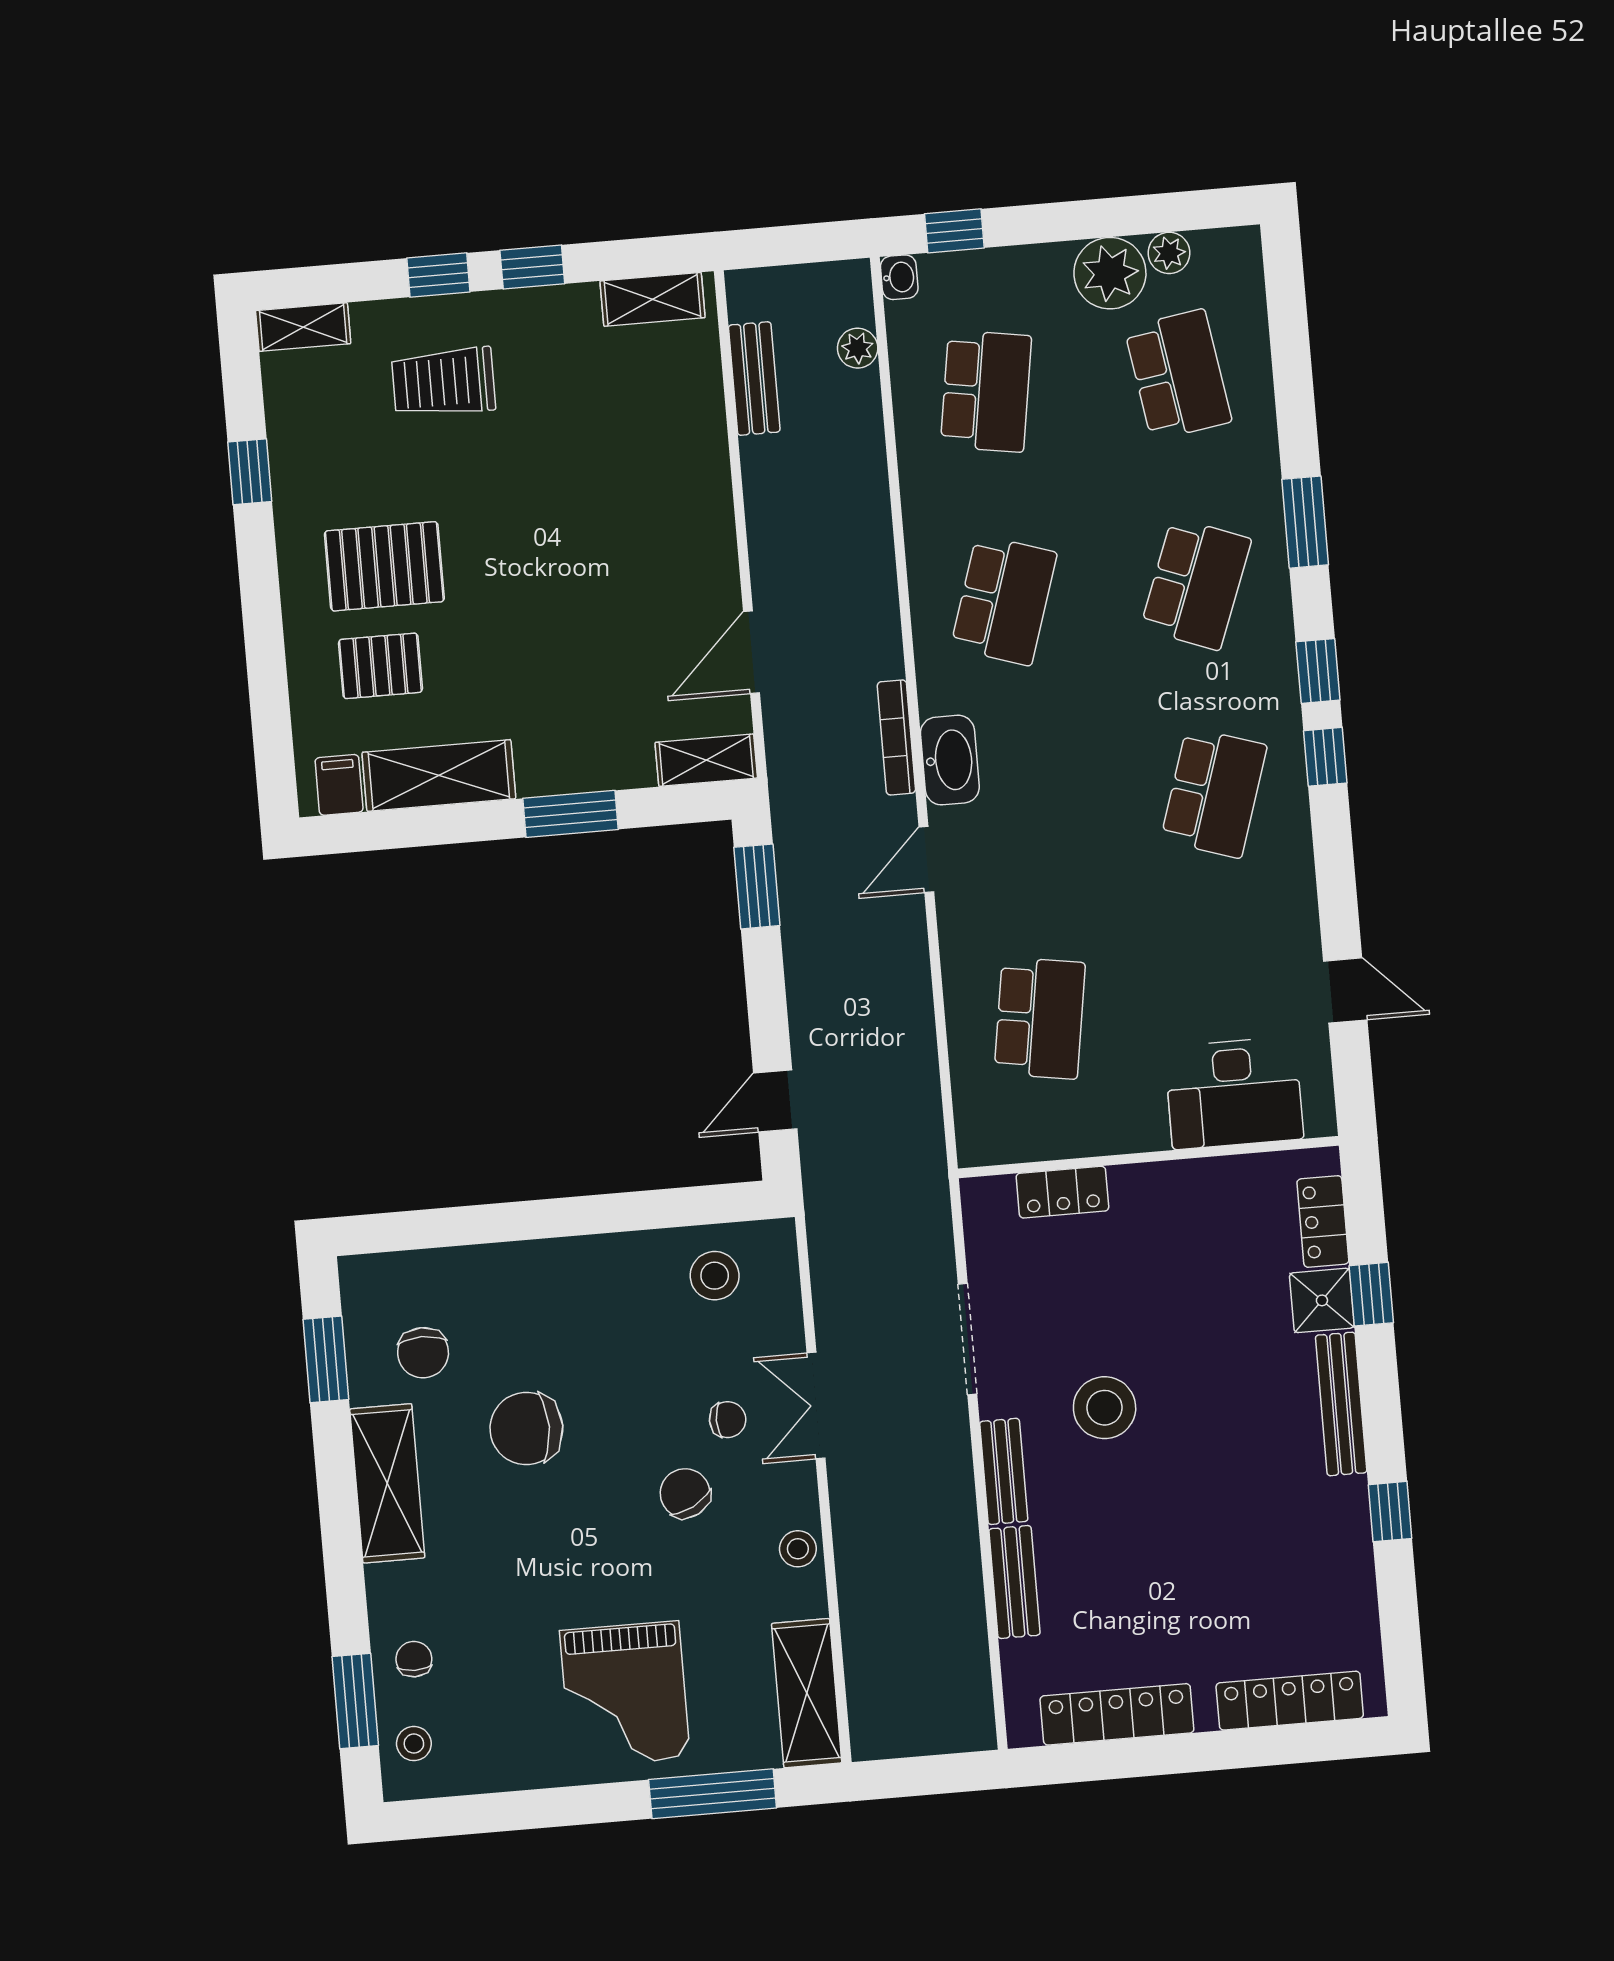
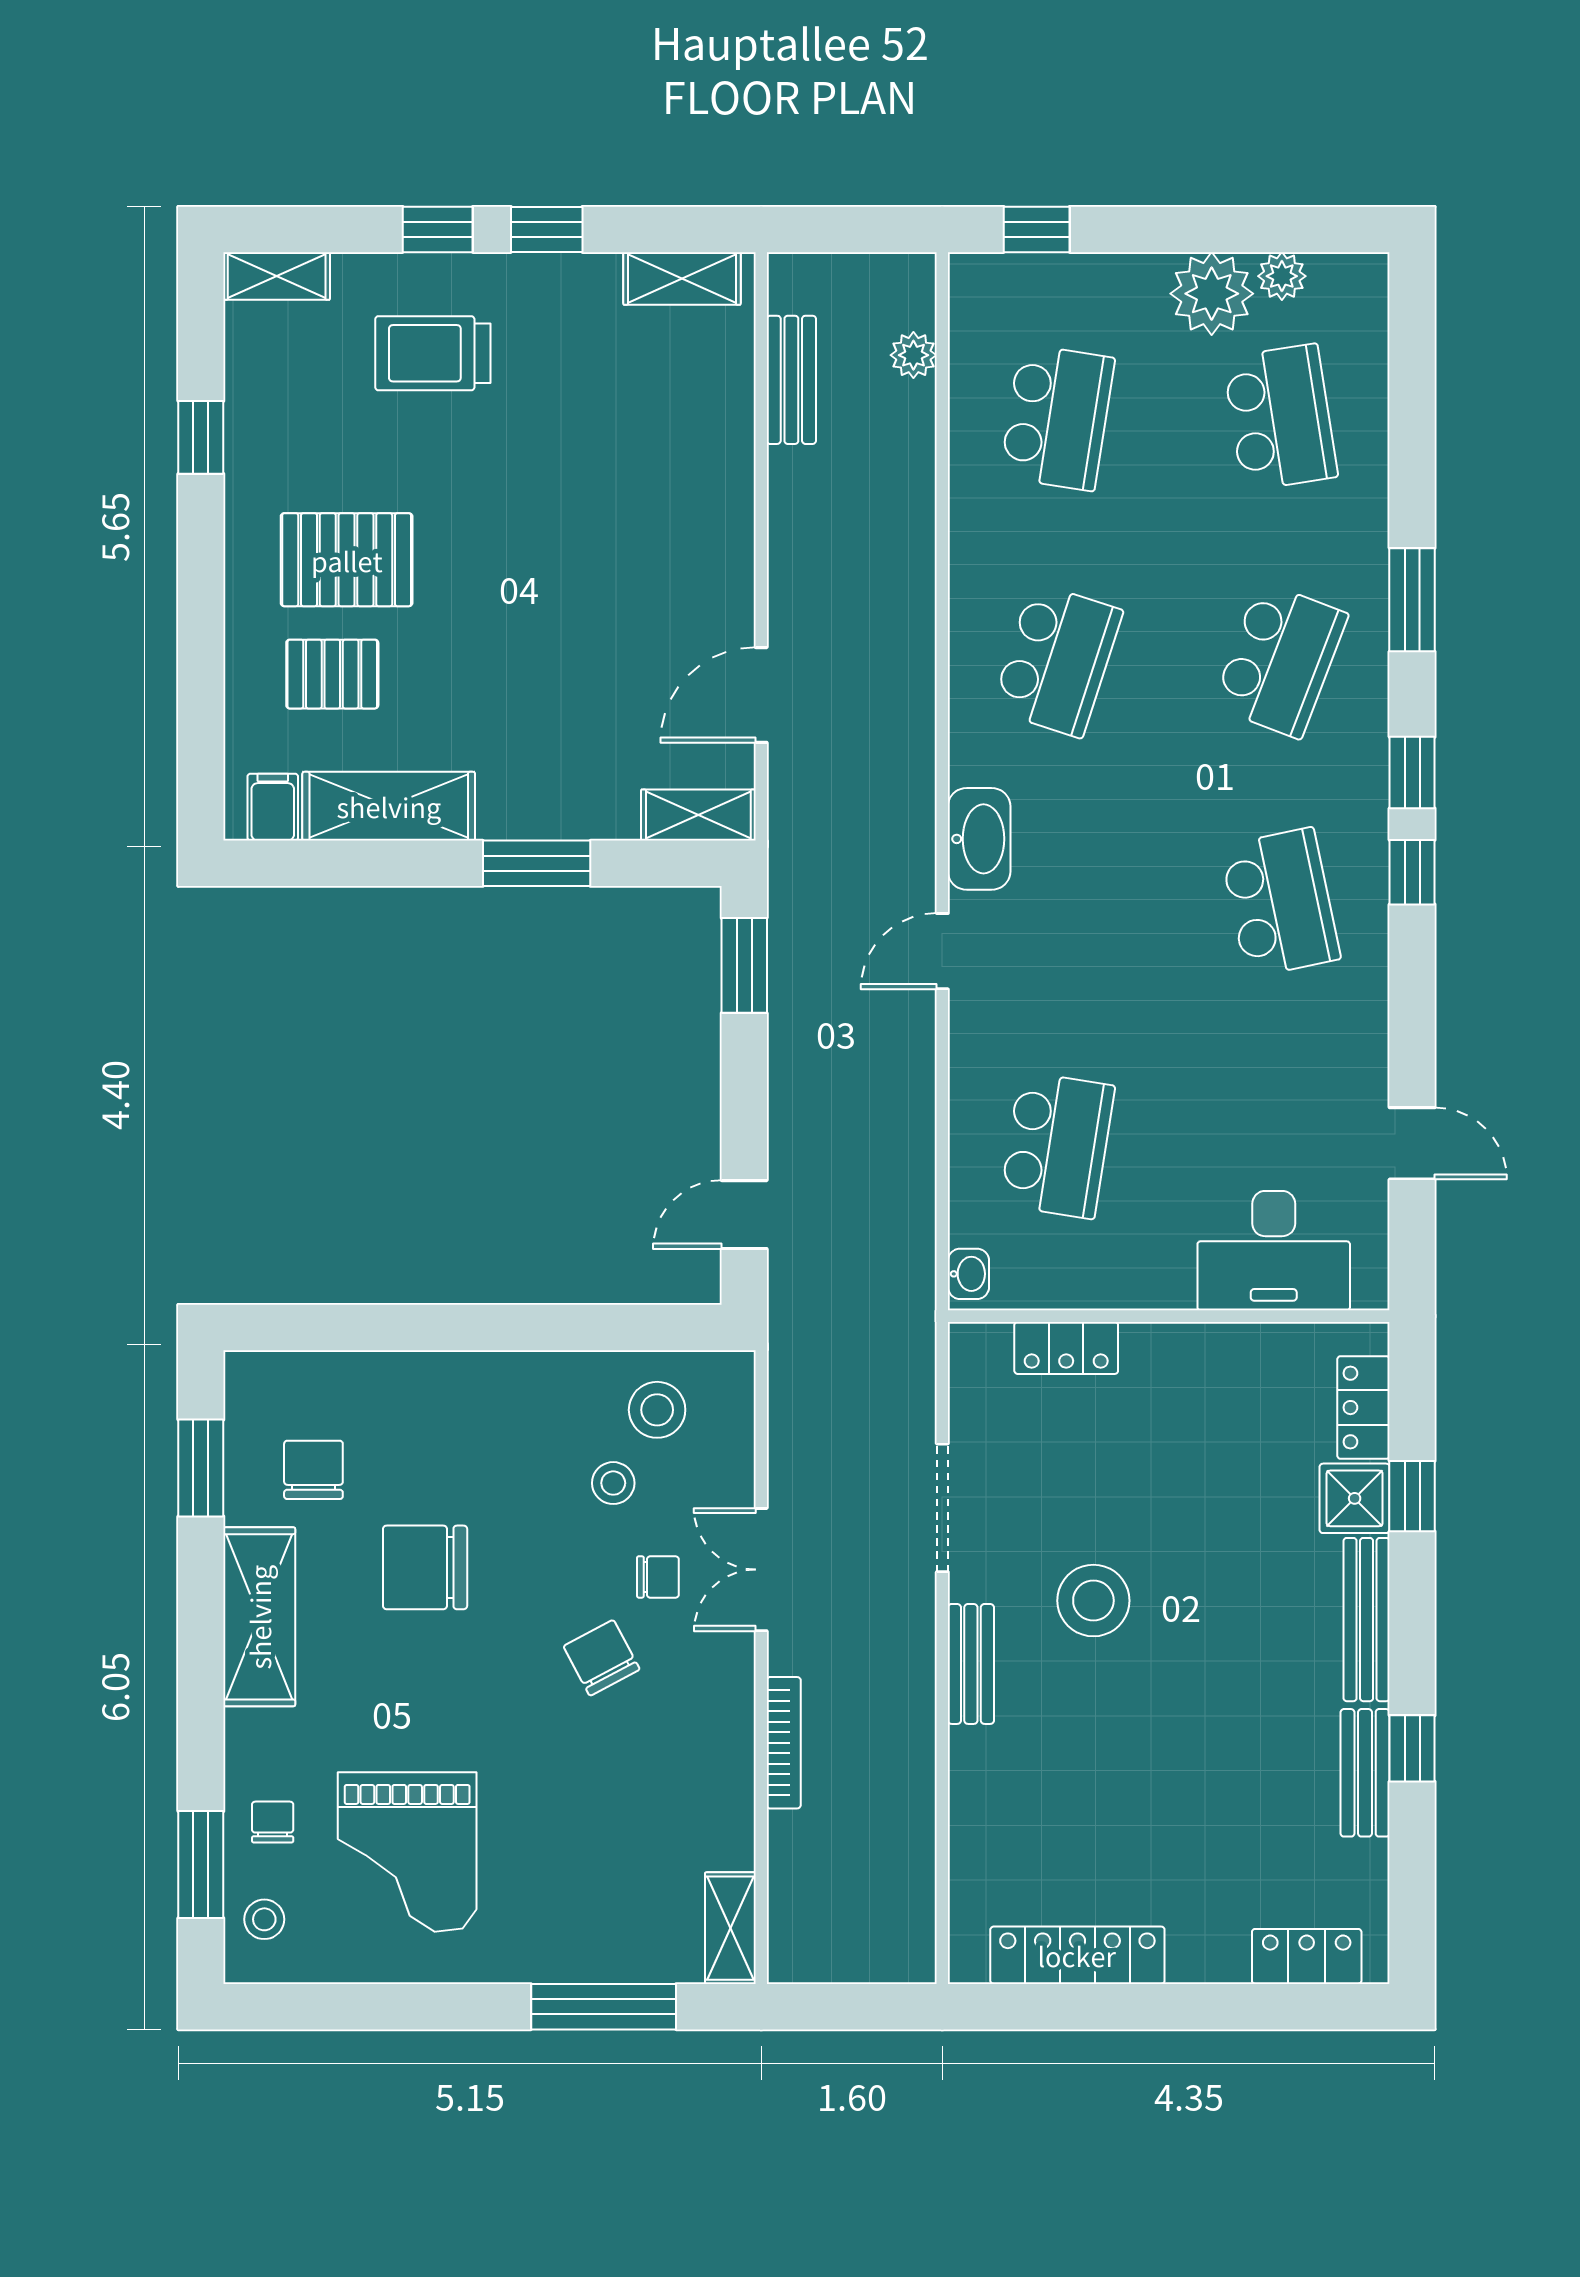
washbasin: (899, 277) -> (968, 1274), moved
bookcase: (896, 737) -> (784, 1743), moved, turned 180
school desk: (1214, 793) -> (1280, 903), turned -30
chair: (423, 1353) -> (313, 1470), turned 180
stool: (798, 1549) -> (613, 1483), moved
bench: (1014, 1582) -> (1365, 1773), moved
shelving: (807, 1693) -> (730, 1928), width x0.67, depth x0.75
grand piano: (625, 1694) -> (407, 1852), moved
locker: (1290, 1701) -> (1307, 1956), width x0.66

